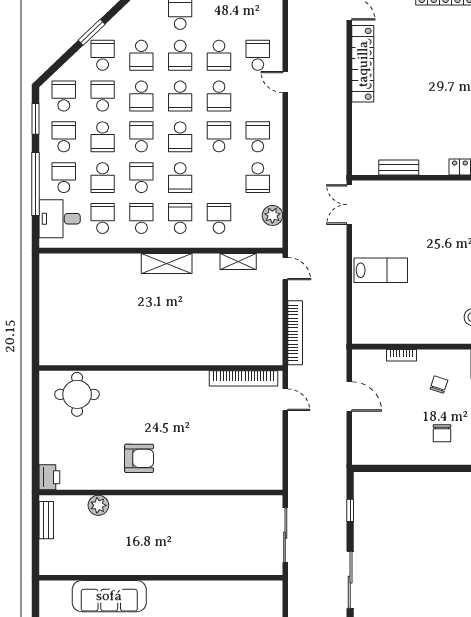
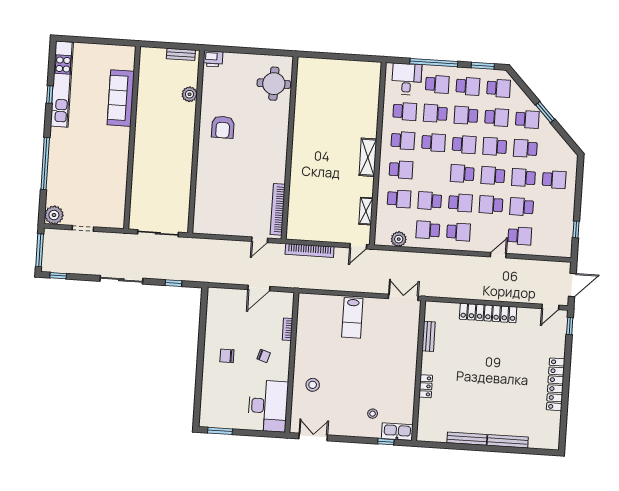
locker: (363, 64) -> (488, 313), moved
school desk: (180, 178) -> (430, 201), moved

